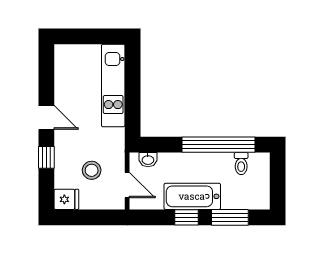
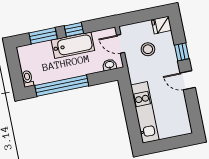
toilet: (241, 164) -> (27, 79), moved

